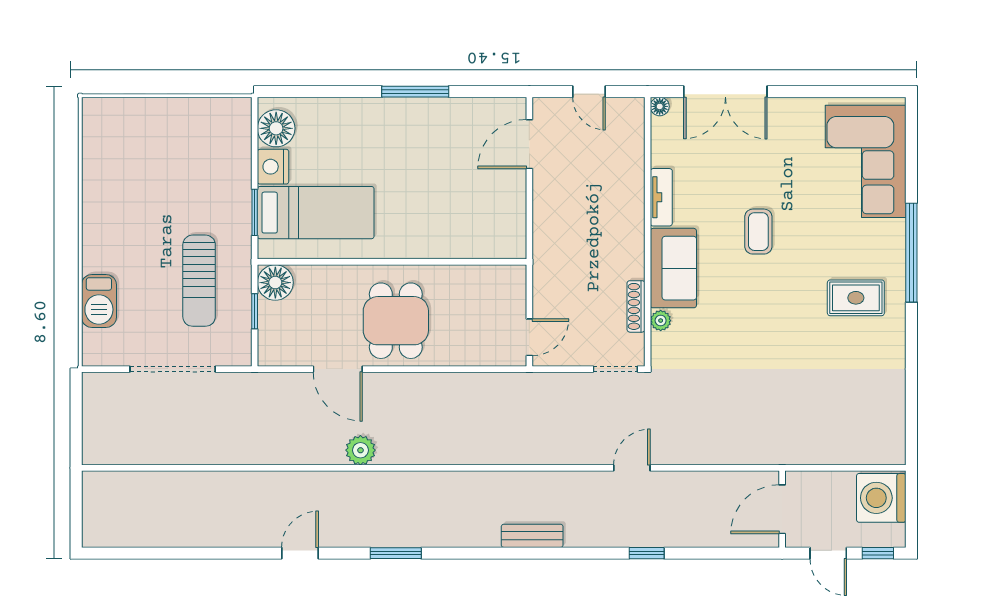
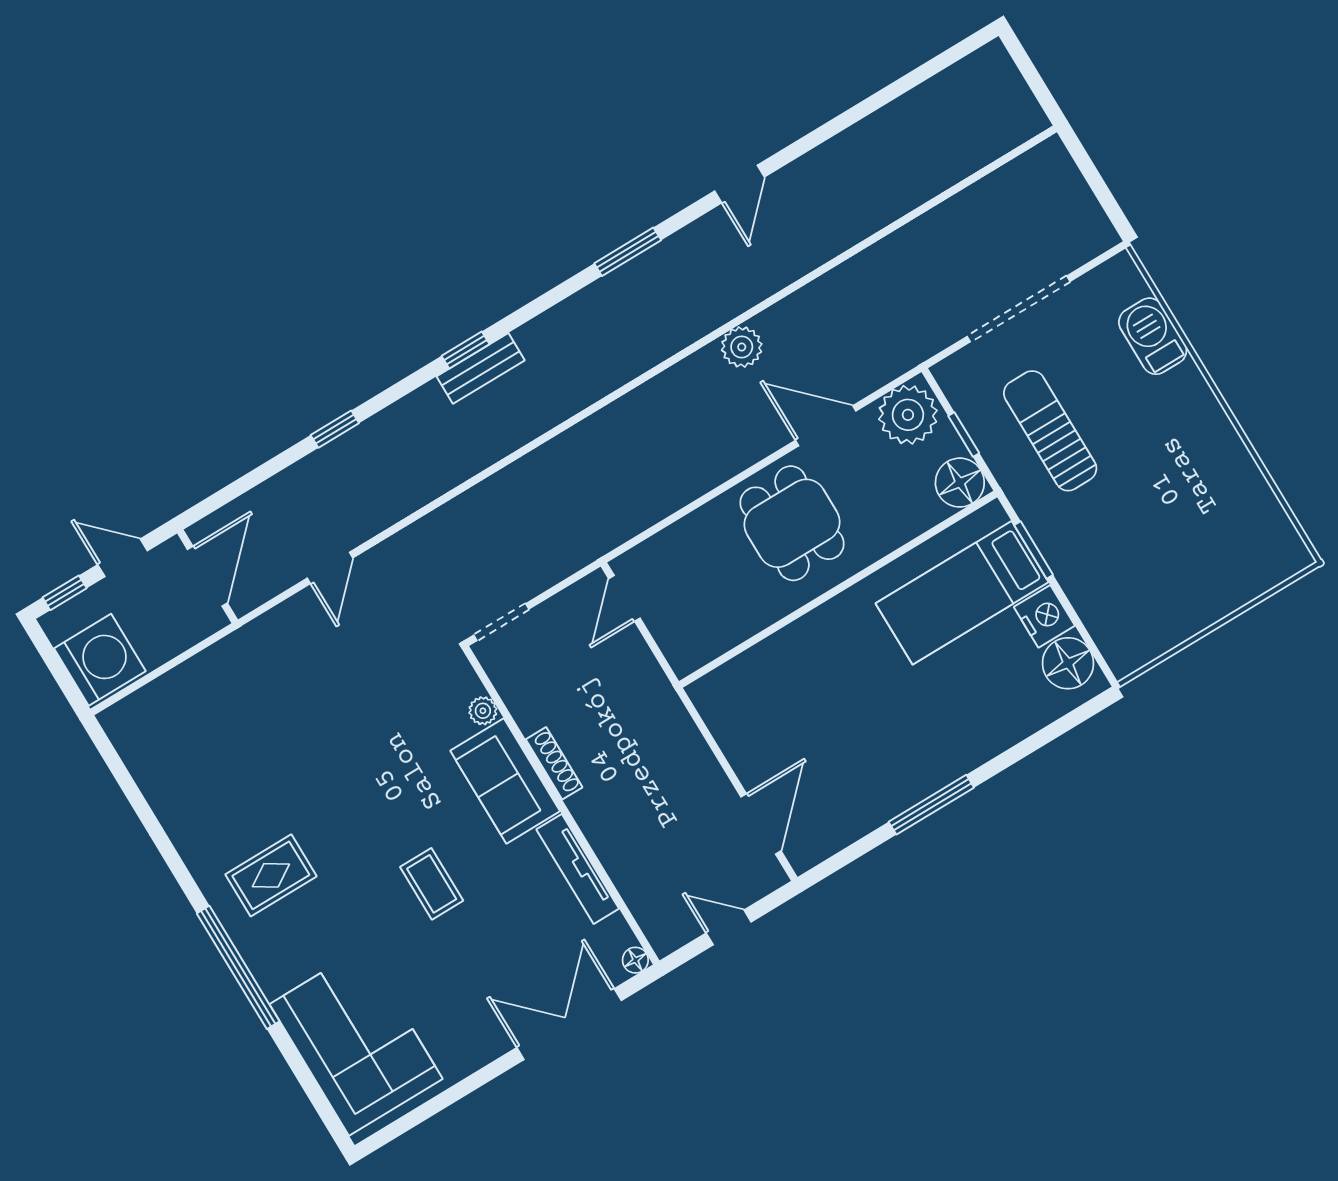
tv unit: (661, 197) -> (578, 869), width x1.41
shoe rack: (636, 306) -> (554, 763), moved
plant: (282, 345) -> (908, 415), added
door: (632, 468) -> (330, 568), moved
window: (535, 553) -> (466, 350), added

